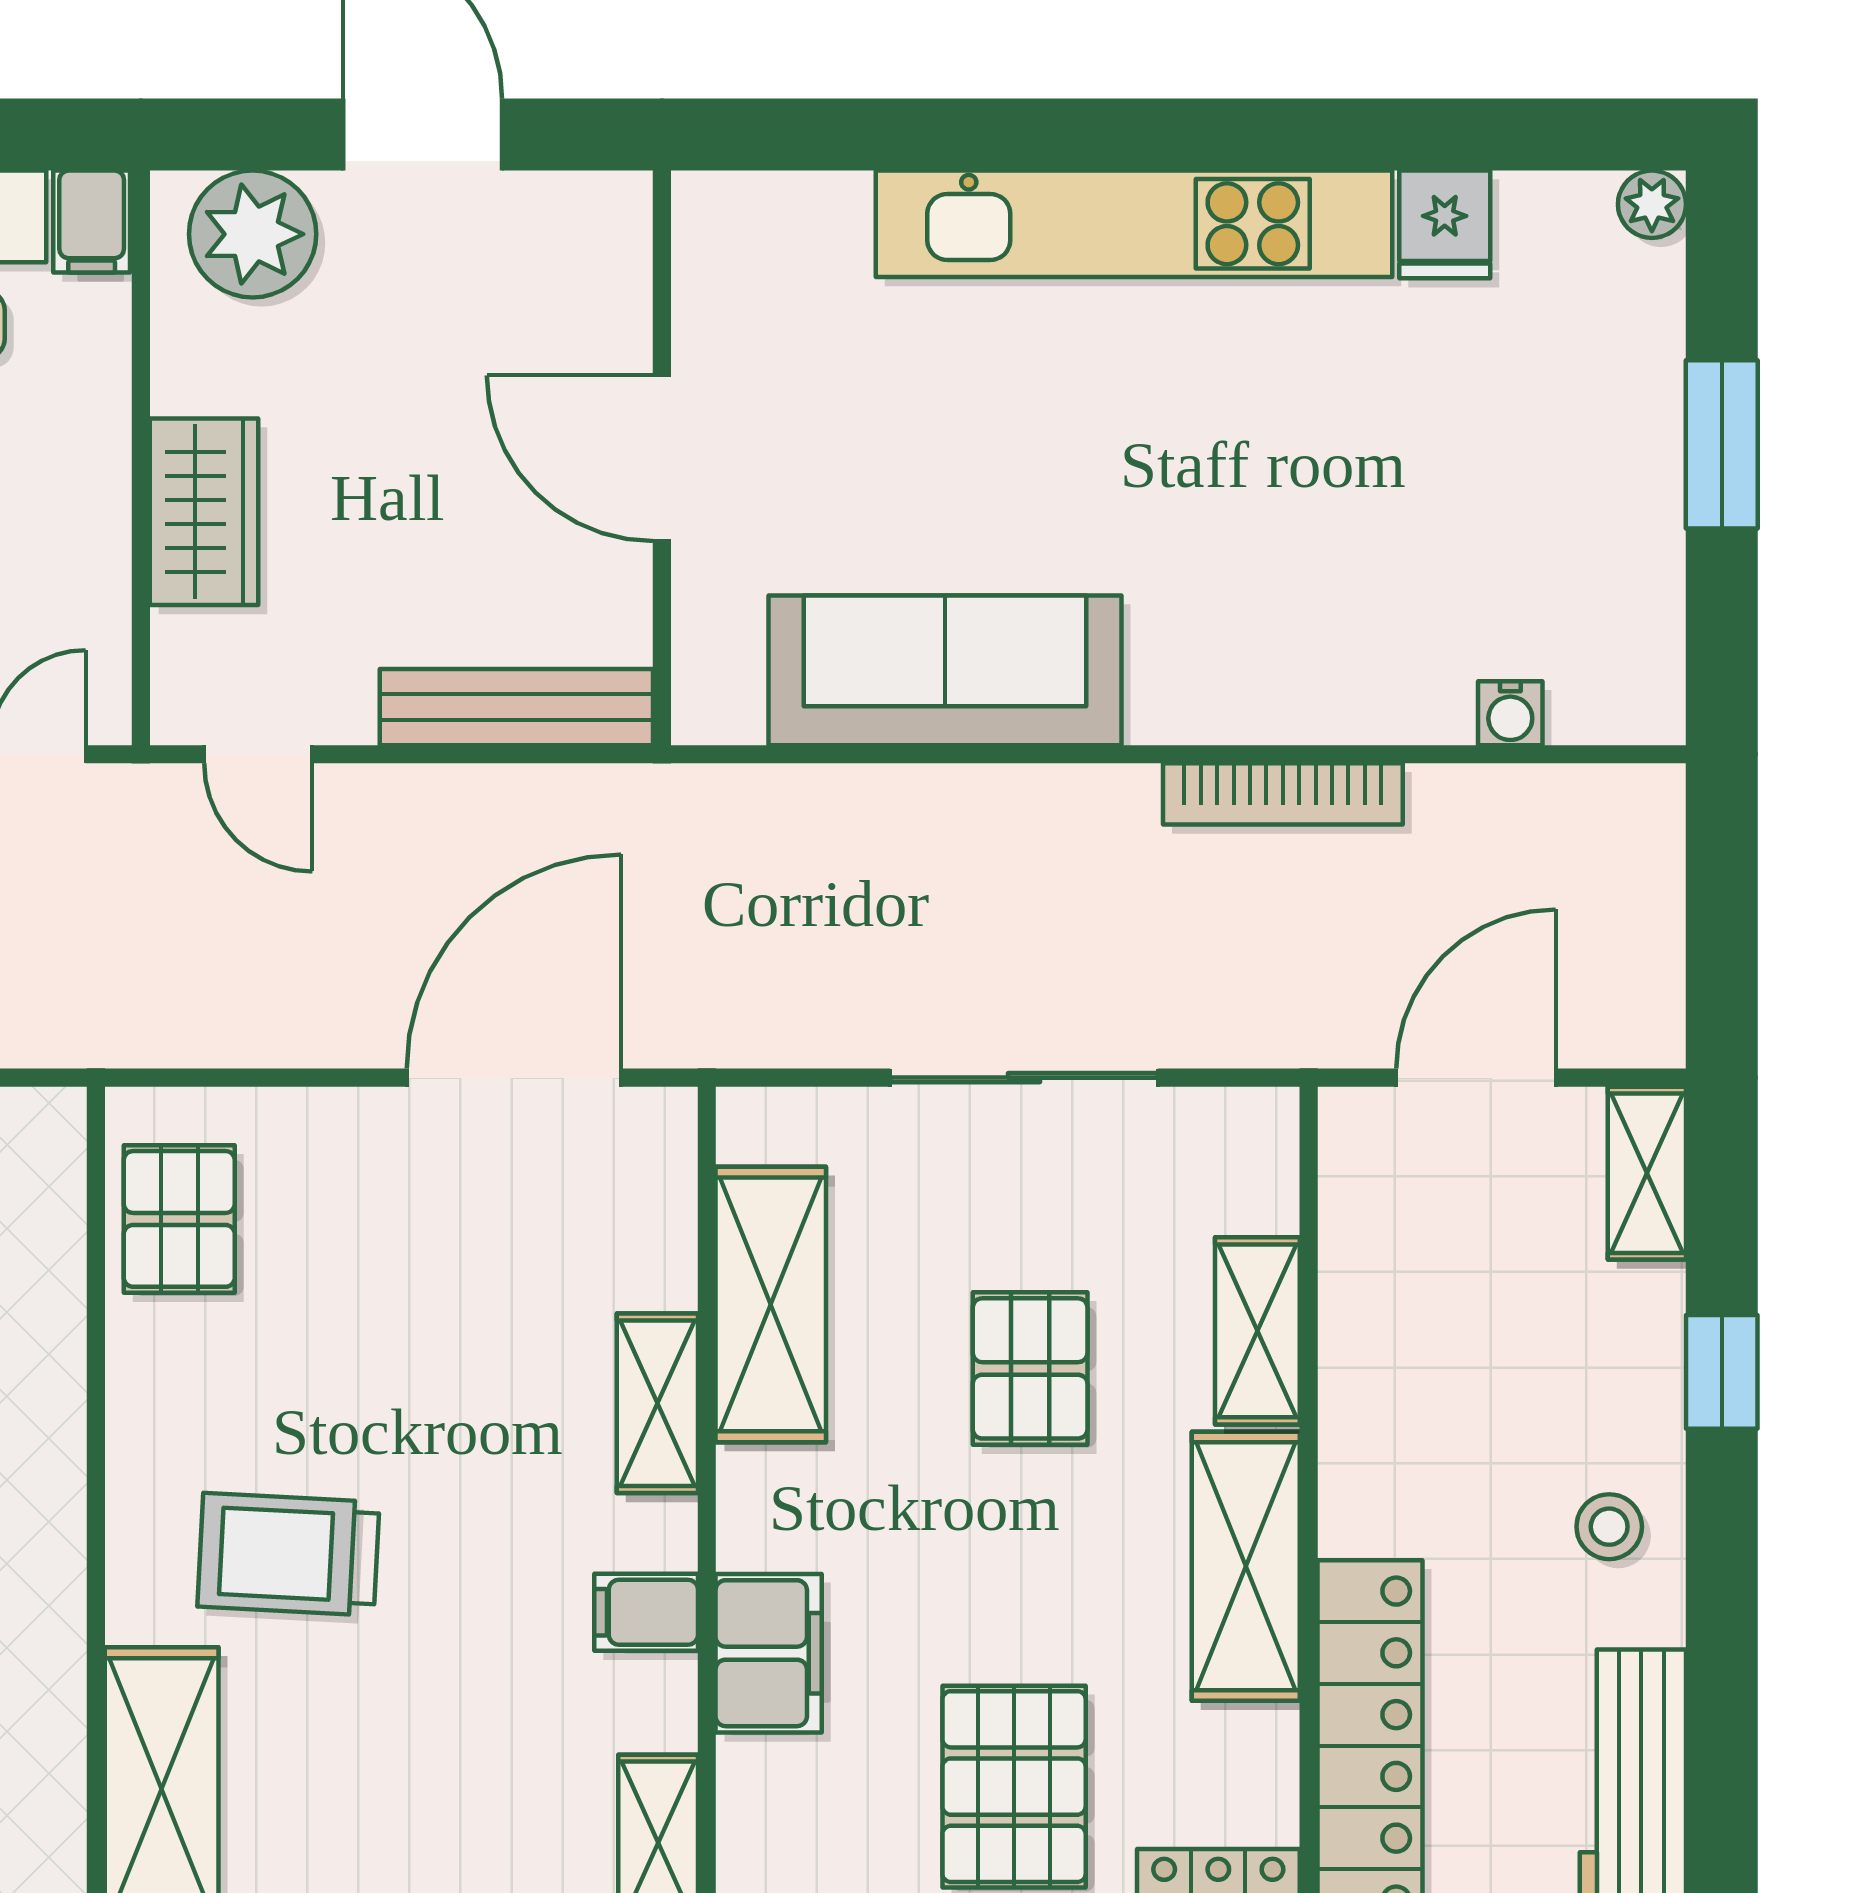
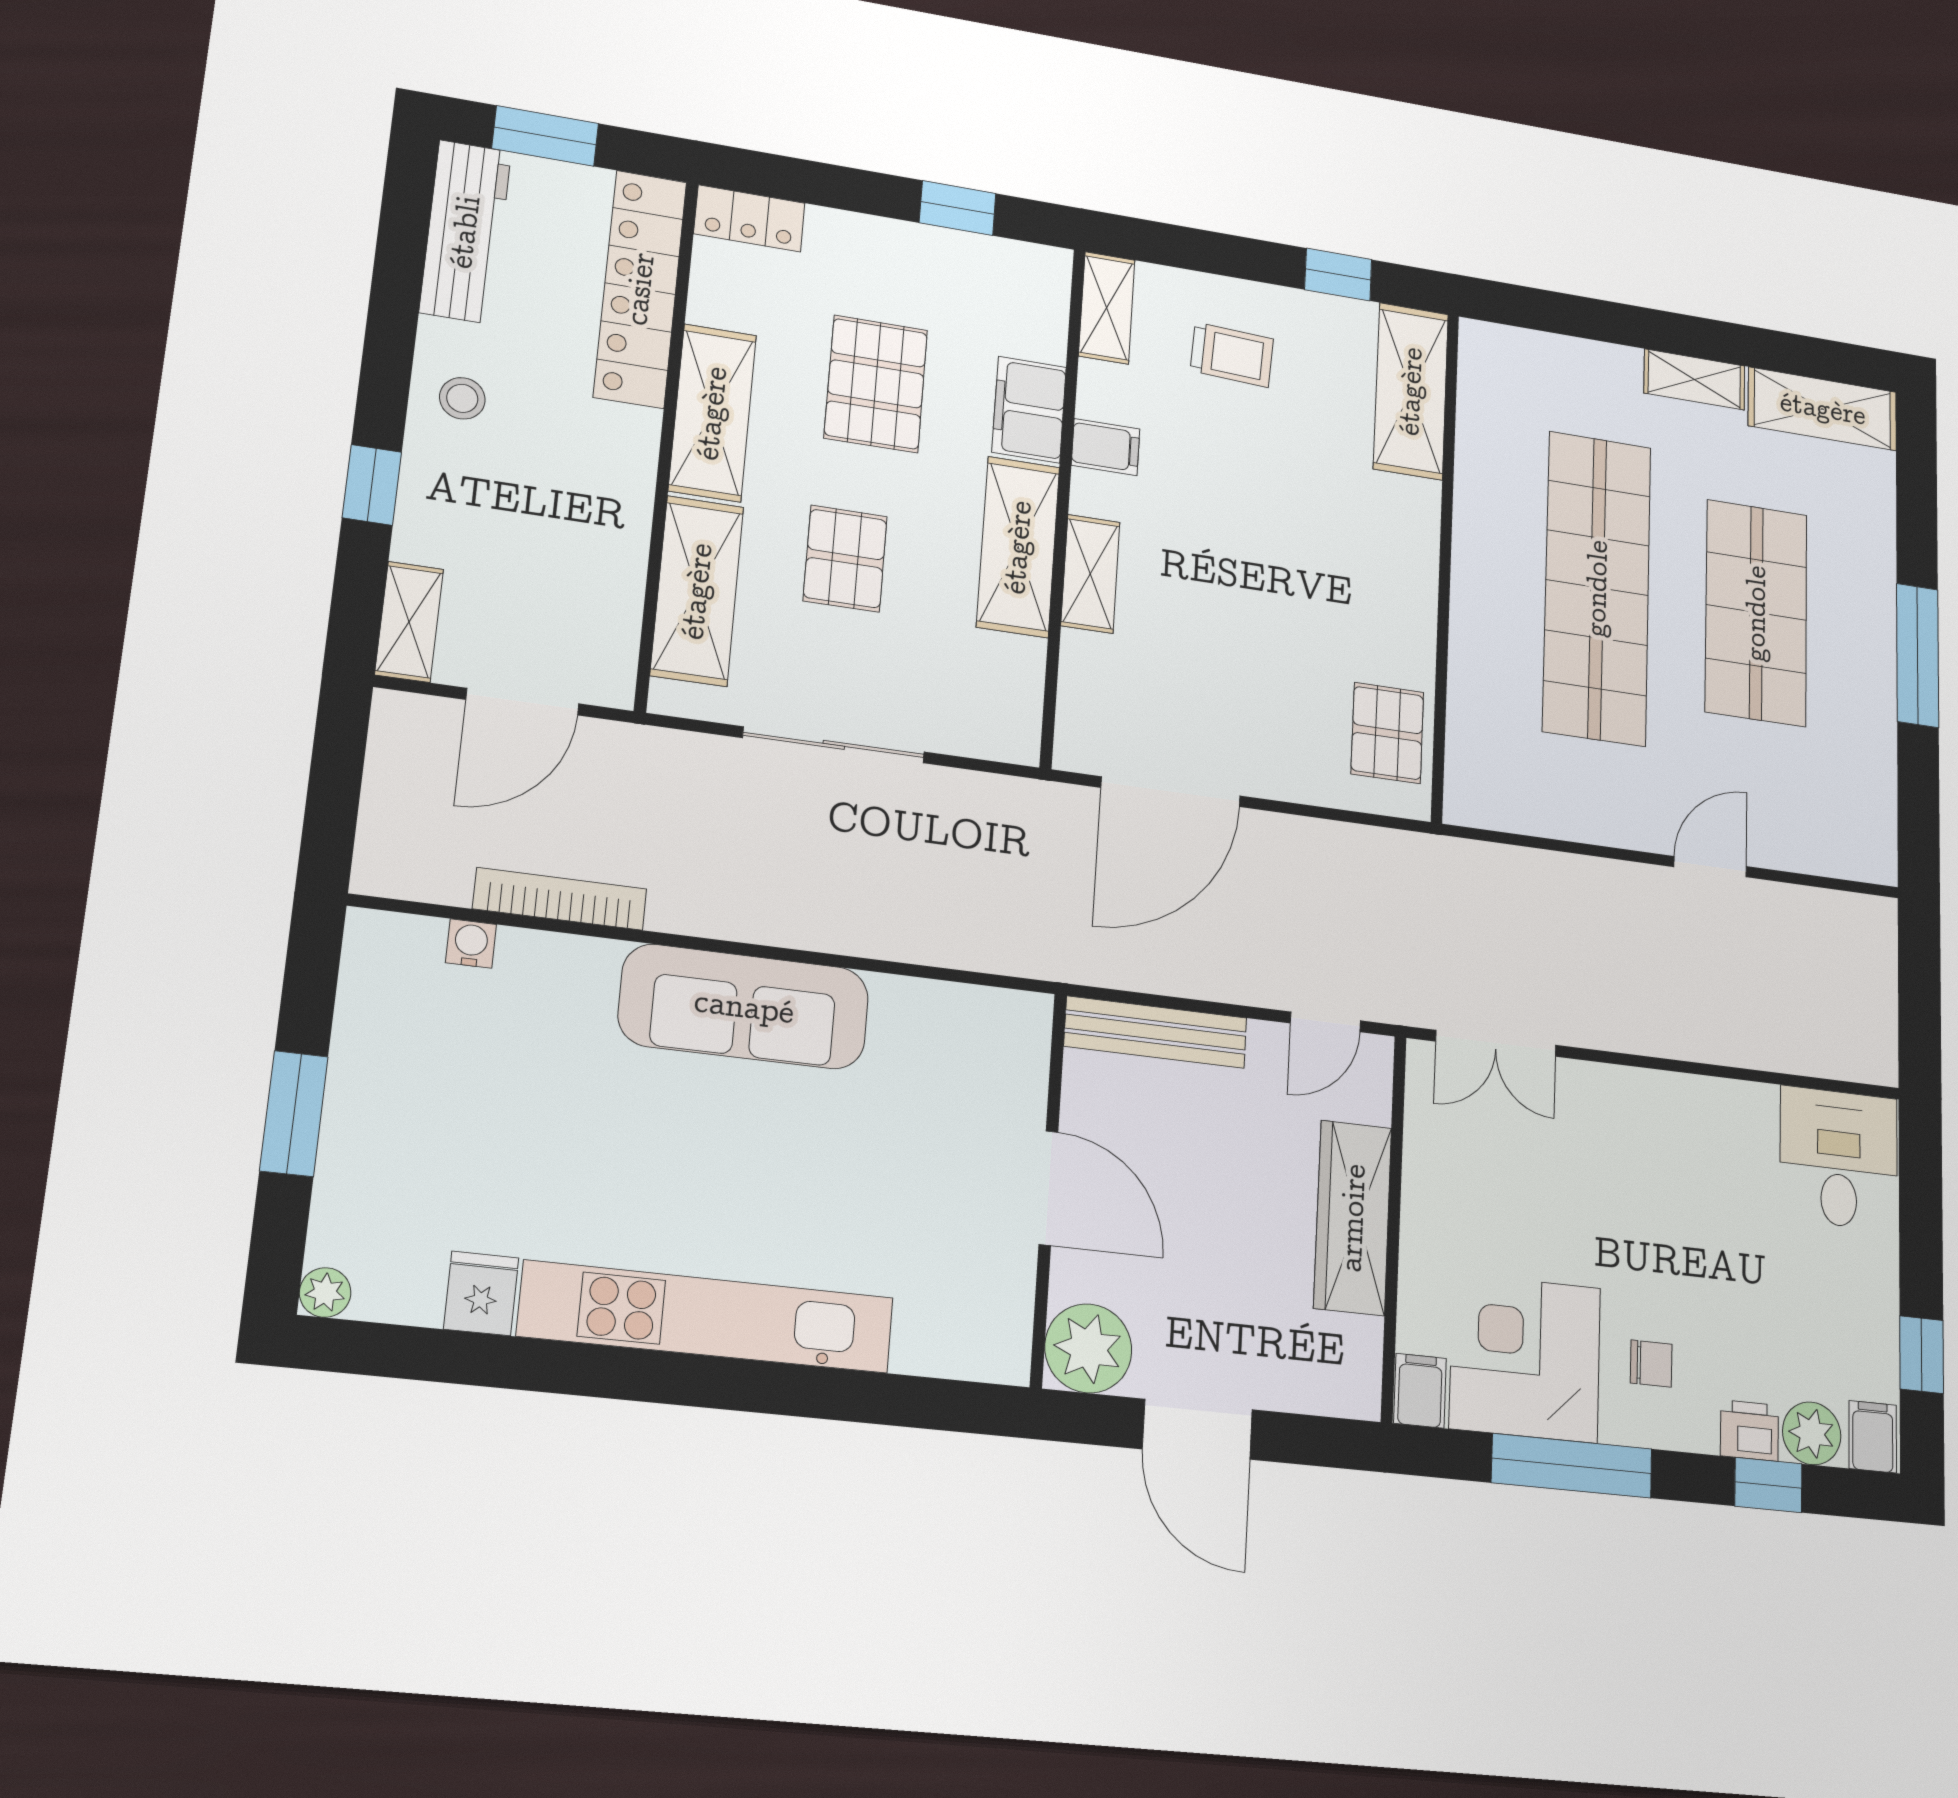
plant: (253, 234) -> (1088, 1348), moved
wardrobe: (204, 512) -> (1353, 1218), width x1.50
sofa: (945, 670) -> (744, 1007), moved
door: (258, 754) -> (1325, 1022), swing flipped
bookcase: (1283, 794) -> (560, 899), moved
shelving: (771, 1304) -> (1018, 547), moved
shelving: (1257, 1331) -> (697, 591), width x1.50, depth x1.33
trolley: (288, 1554) -> (1232, 355), moved, width x0.73, depth x0.72
pallet: (1014, 1787) -> (876, 384), moved

